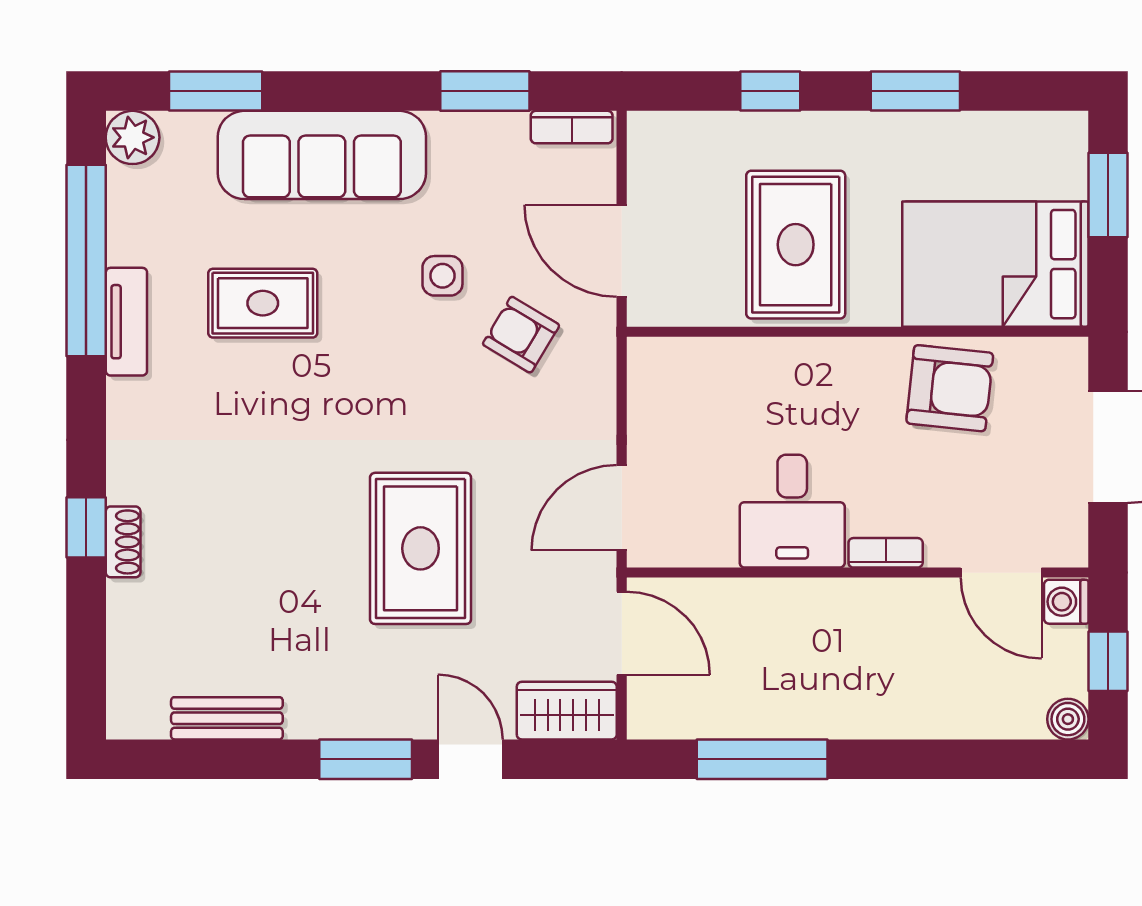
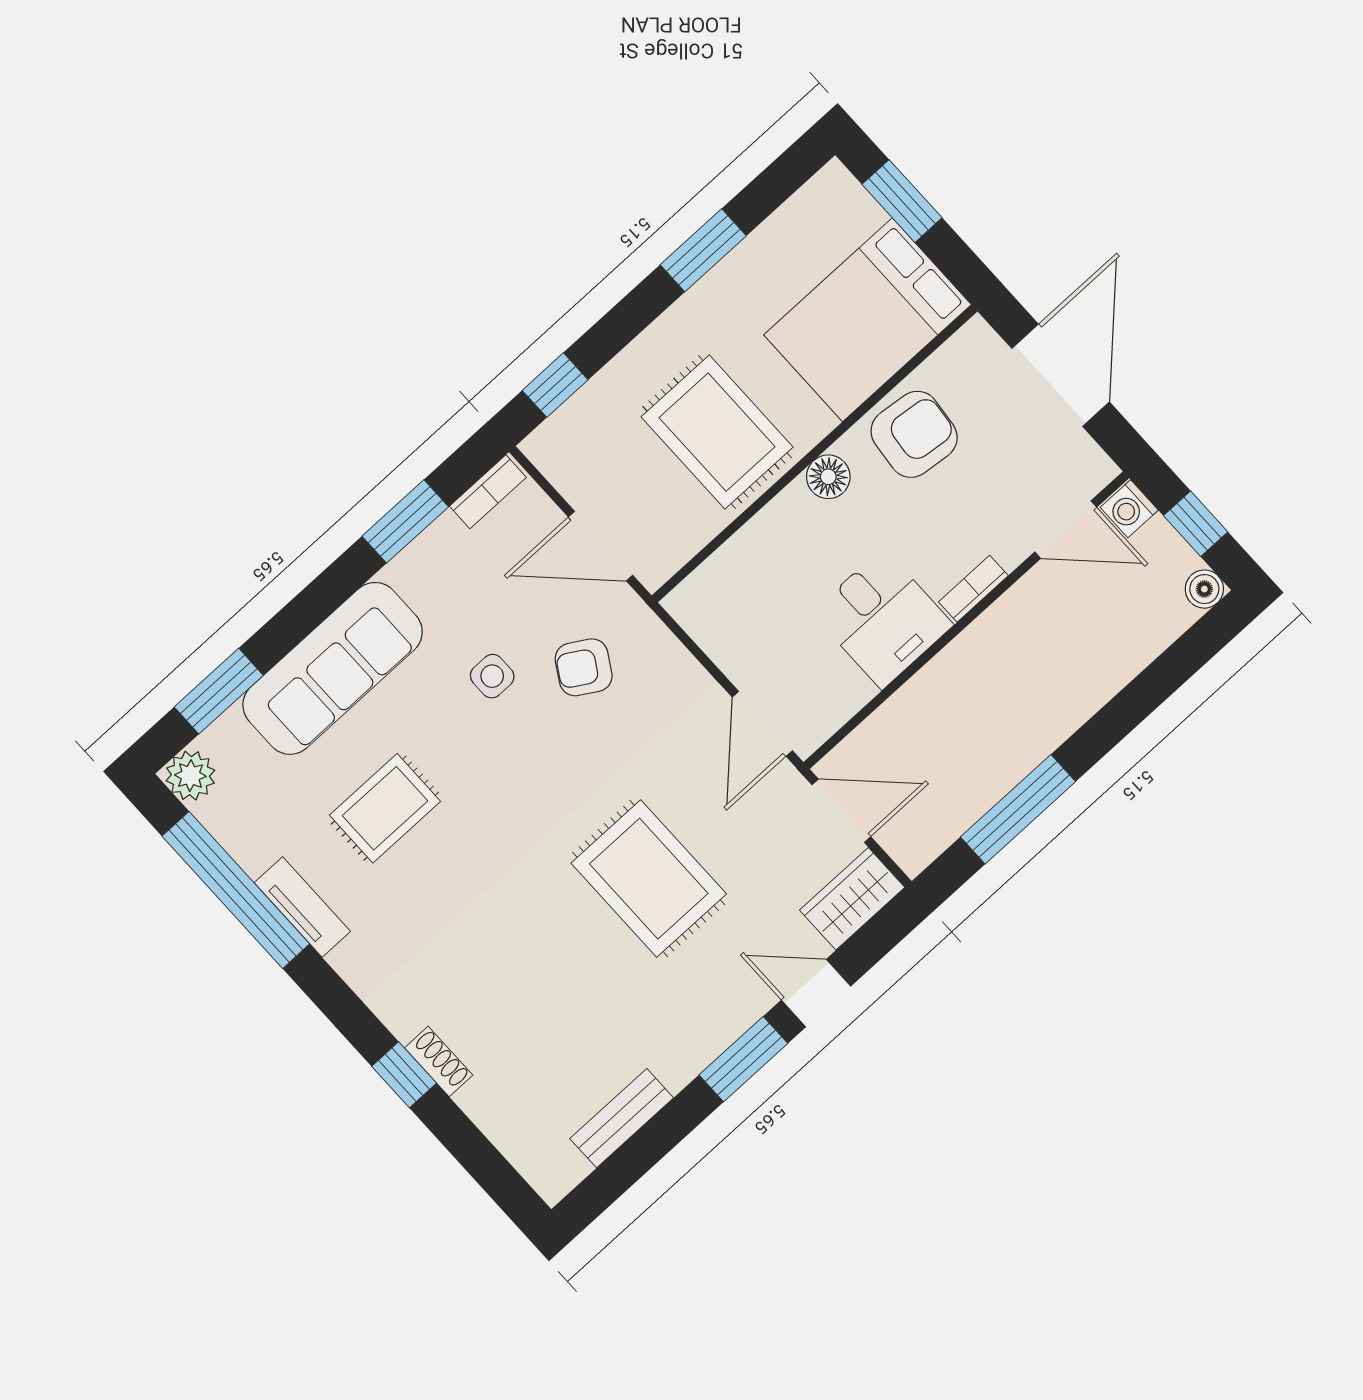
window: (770, 91) -> (555, 385), moved
floor lamp: (851, 360) -> (828, 477), added

